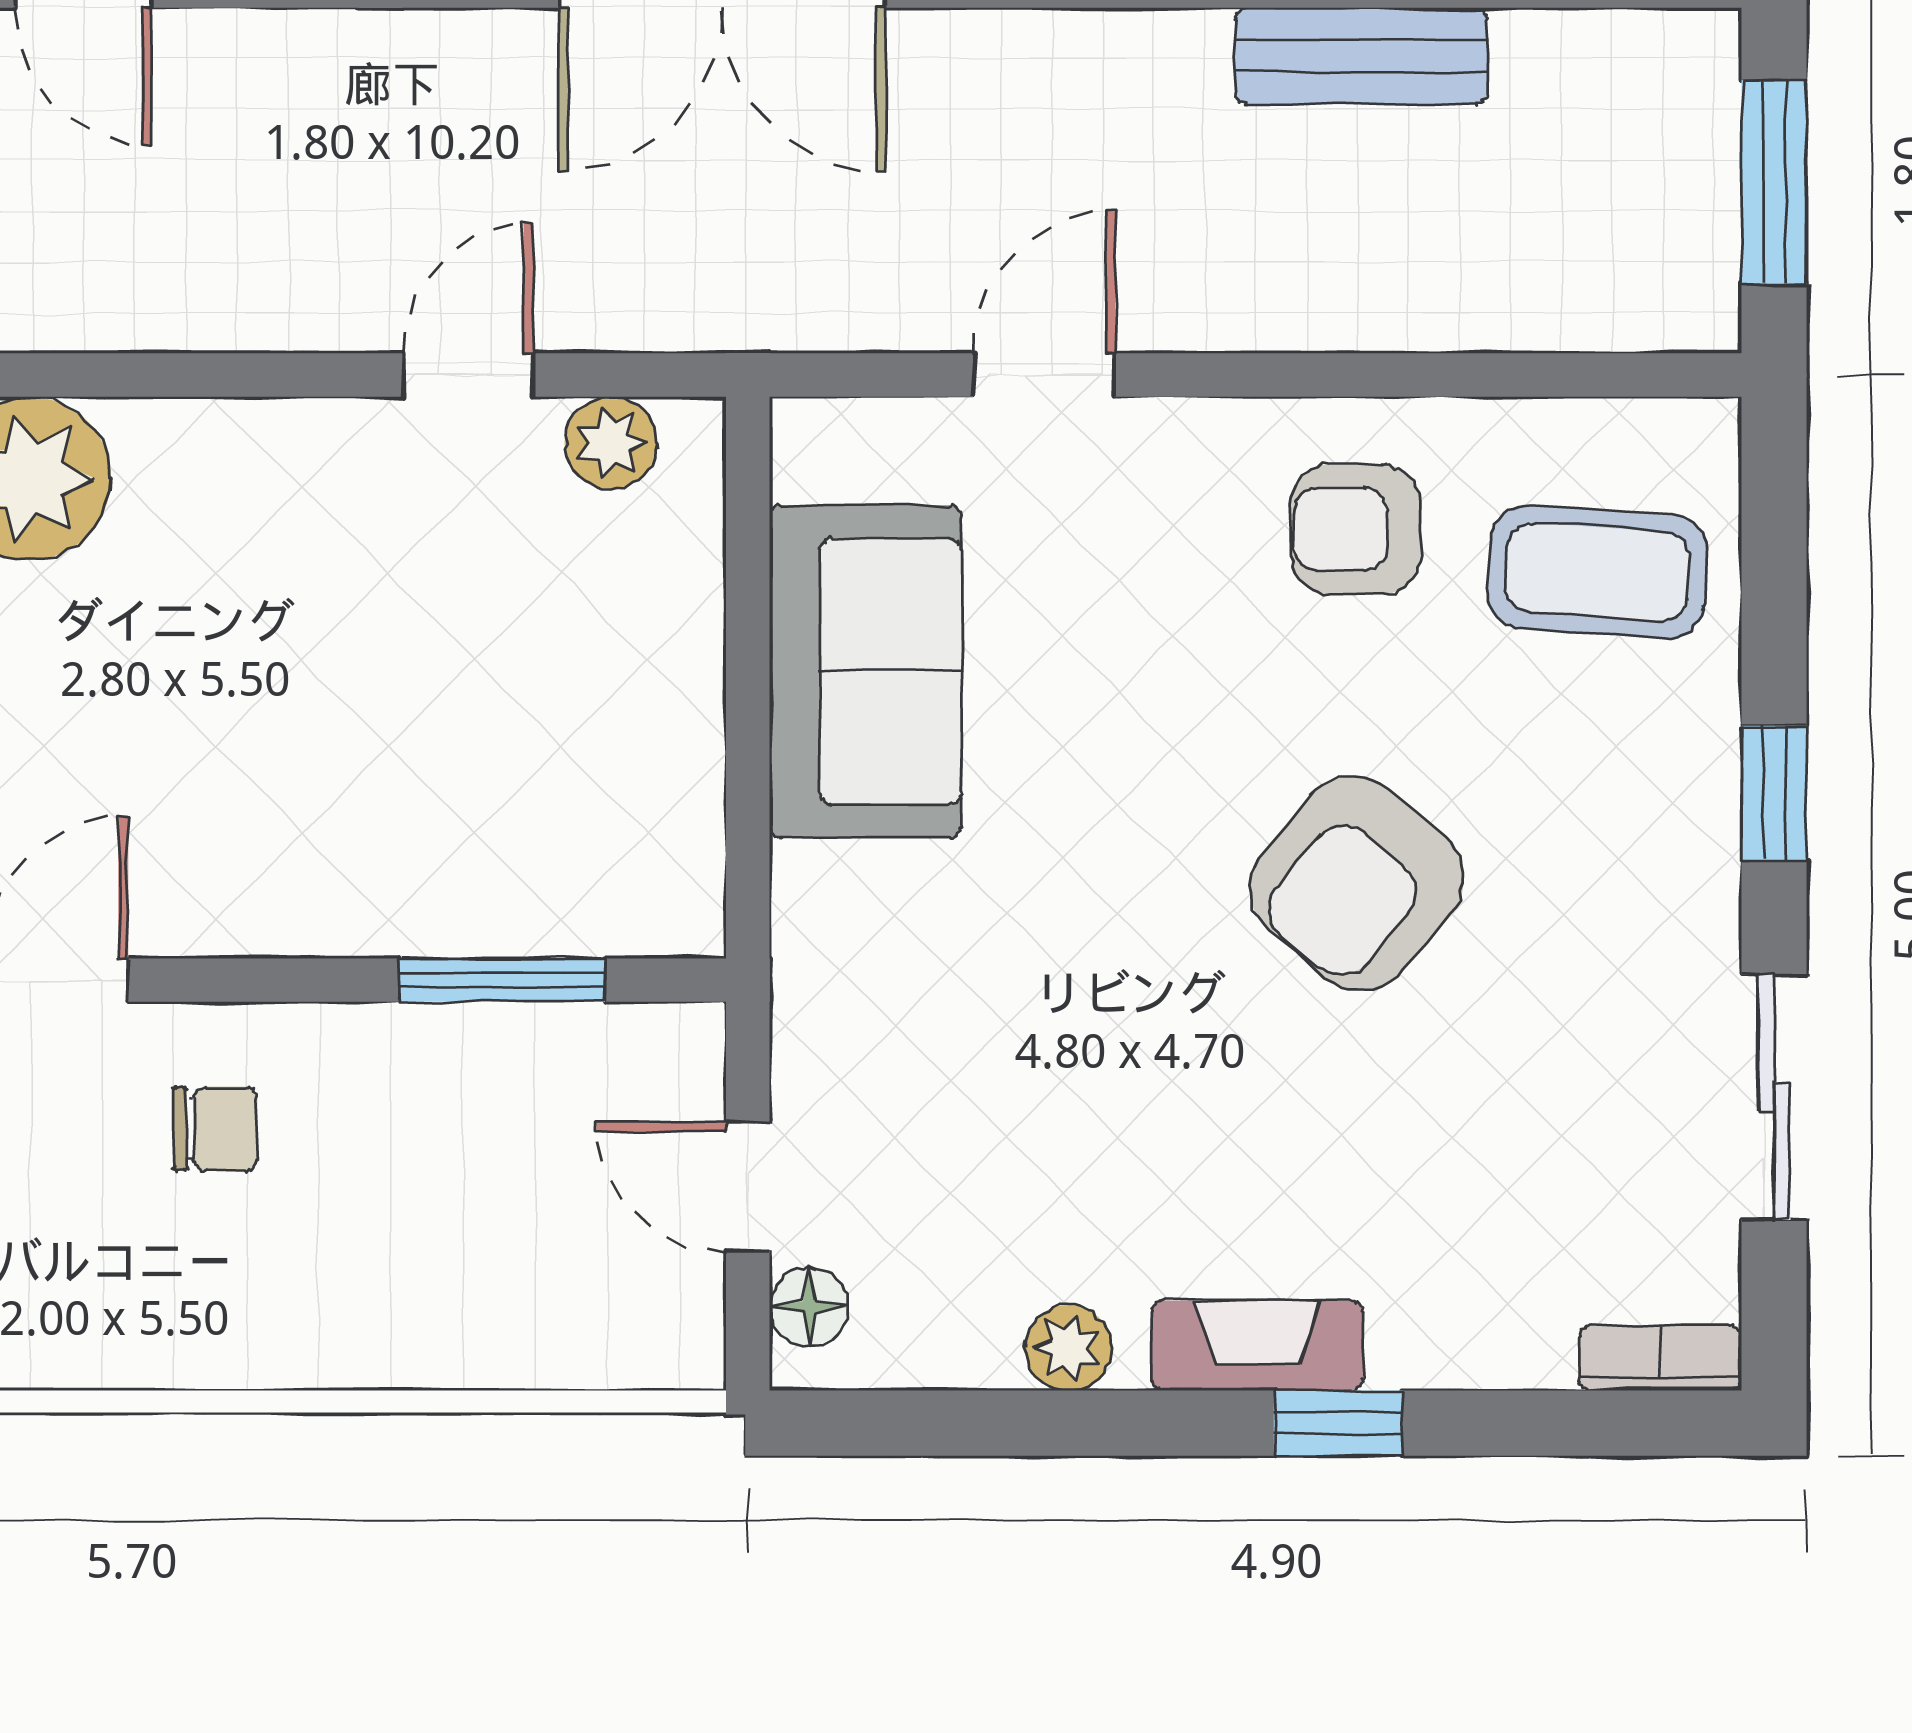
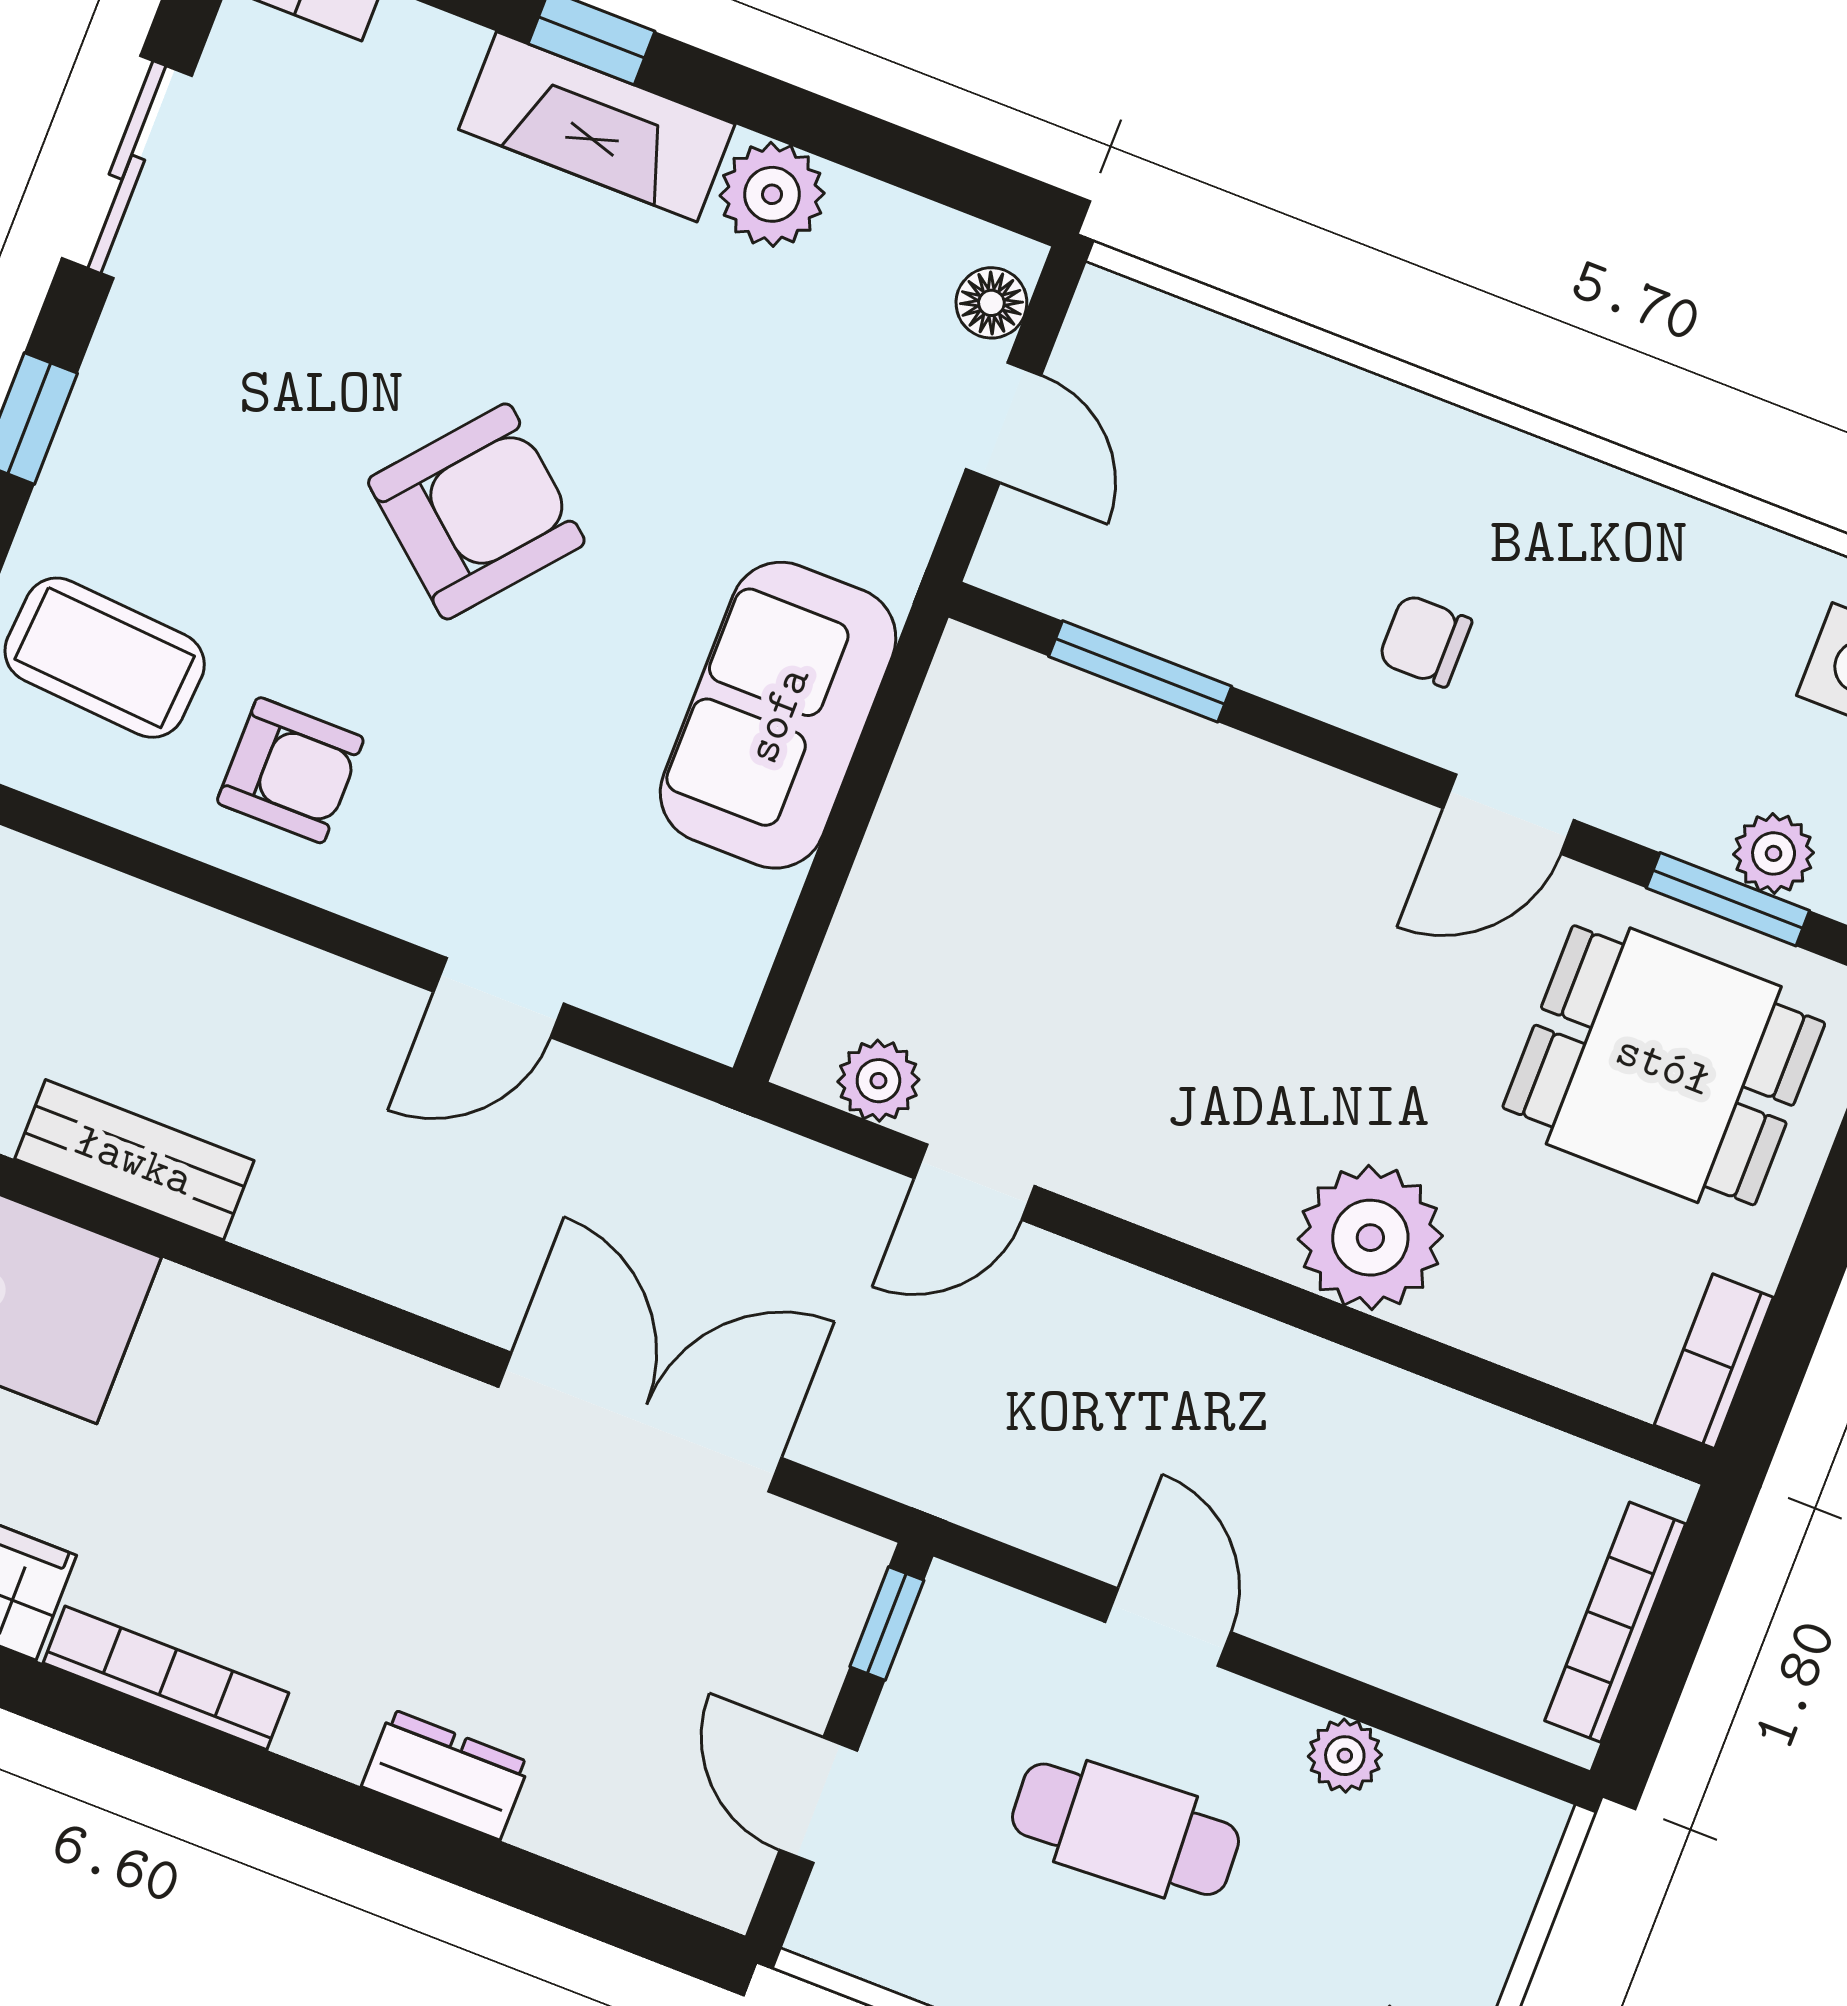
sofa: (865, 671) -> (778, 715), moved
armchair: (1357, 883) -> (476, 511), moved
fireplace: (1257, 1346) -> (597, 127), width x1.37, depth x1.32
plant: (1068, 1348) -> (772, 194), width x1.38, depth x1.38

